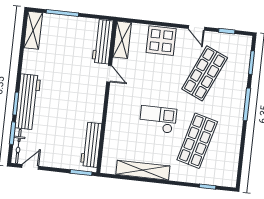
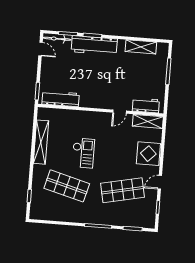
shelving: (33, 30) -> (141, 47), moved
workbench: (103, 42) -> (146, 105), width x0.73
shop shelf: (205, 73) -> (122, 190), turned -36

